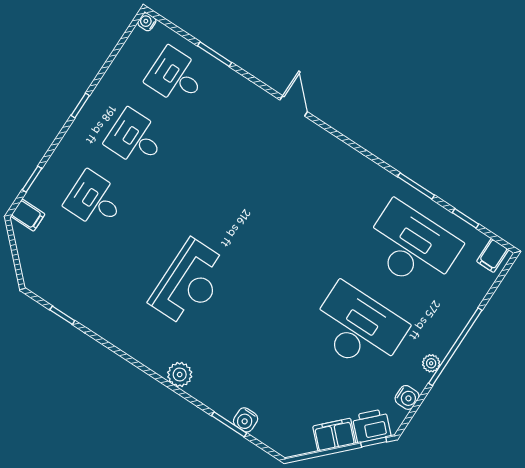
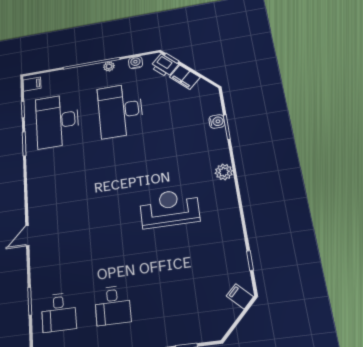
desk: (95, 200) -> (168, 298), removed
filing cabinet: (28, 215) -> (240, 296), moved, turned -45

